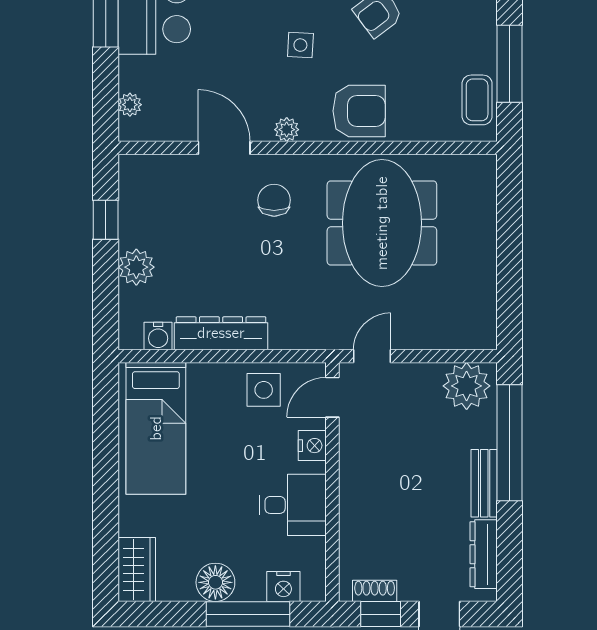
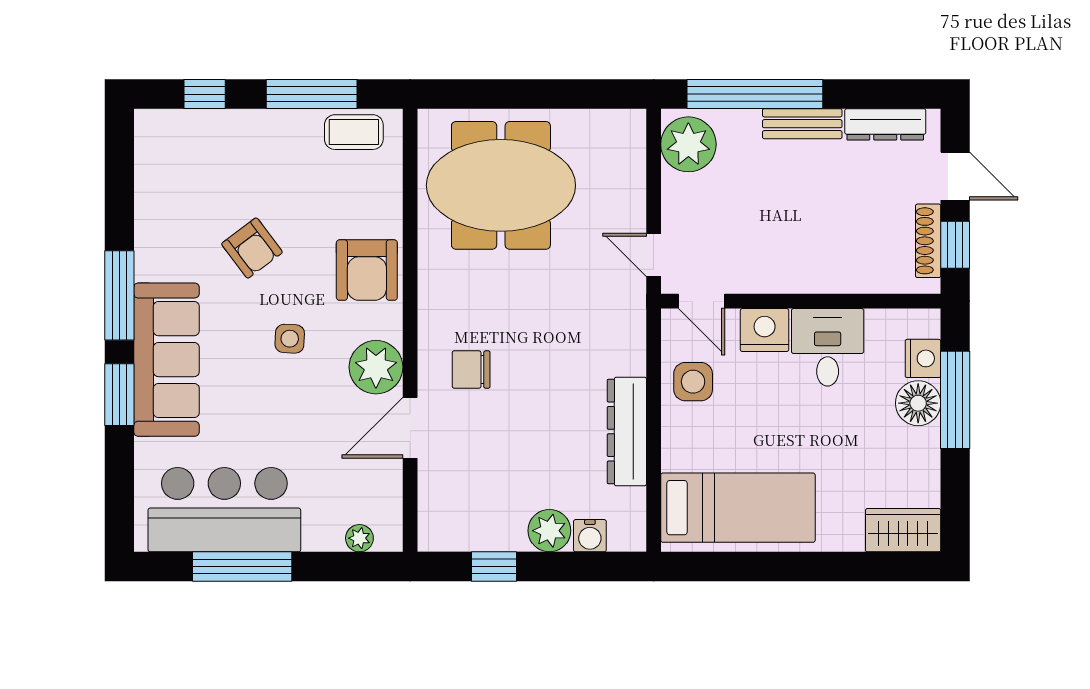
armchair: (359, 111) -> (367, 270), turned 180
plant: (287, 130) -> (376, 367), width x1.88, depth x1.88
meeting table: (382, 223) -> (501, 185), moved
water cooler: (158, 336) -> (590, 536), moved, turned 90
nightstand: (312, 446) -> (765, 330), width x1.36, depth x1.33
floor lamp: (215, 582) -> (918, 403), moved
shoe rack: (375, 591) -> (928, 241), width x1.43

